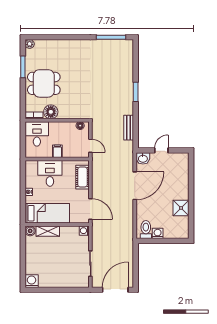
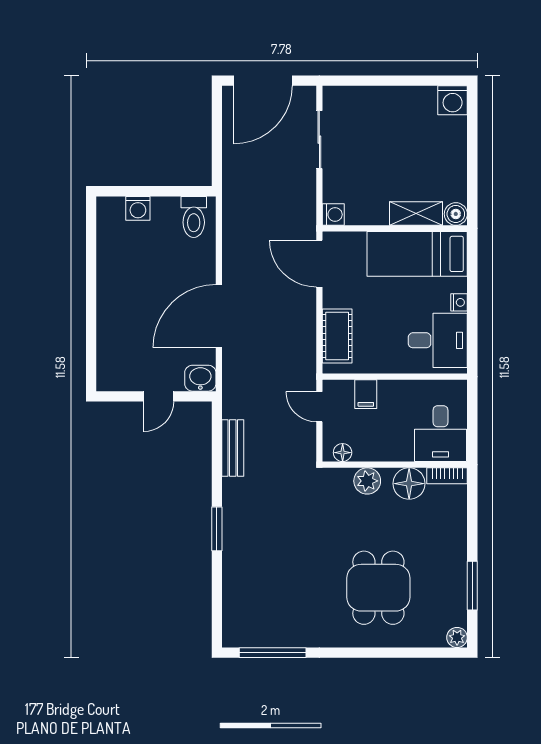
dining table: (44, 83) -> (378, 588), moved, turned 90
plant: (69, 113) -> (367, 481), added
filing cabinet: (57, 151) -> (366, 394), moved
desk: (50, 173) -> (438, 340), moved, turned -90
shower: (181, 208) -> (114, 266), removed
washing machine: (158, 233) -> (138, 208), moved

